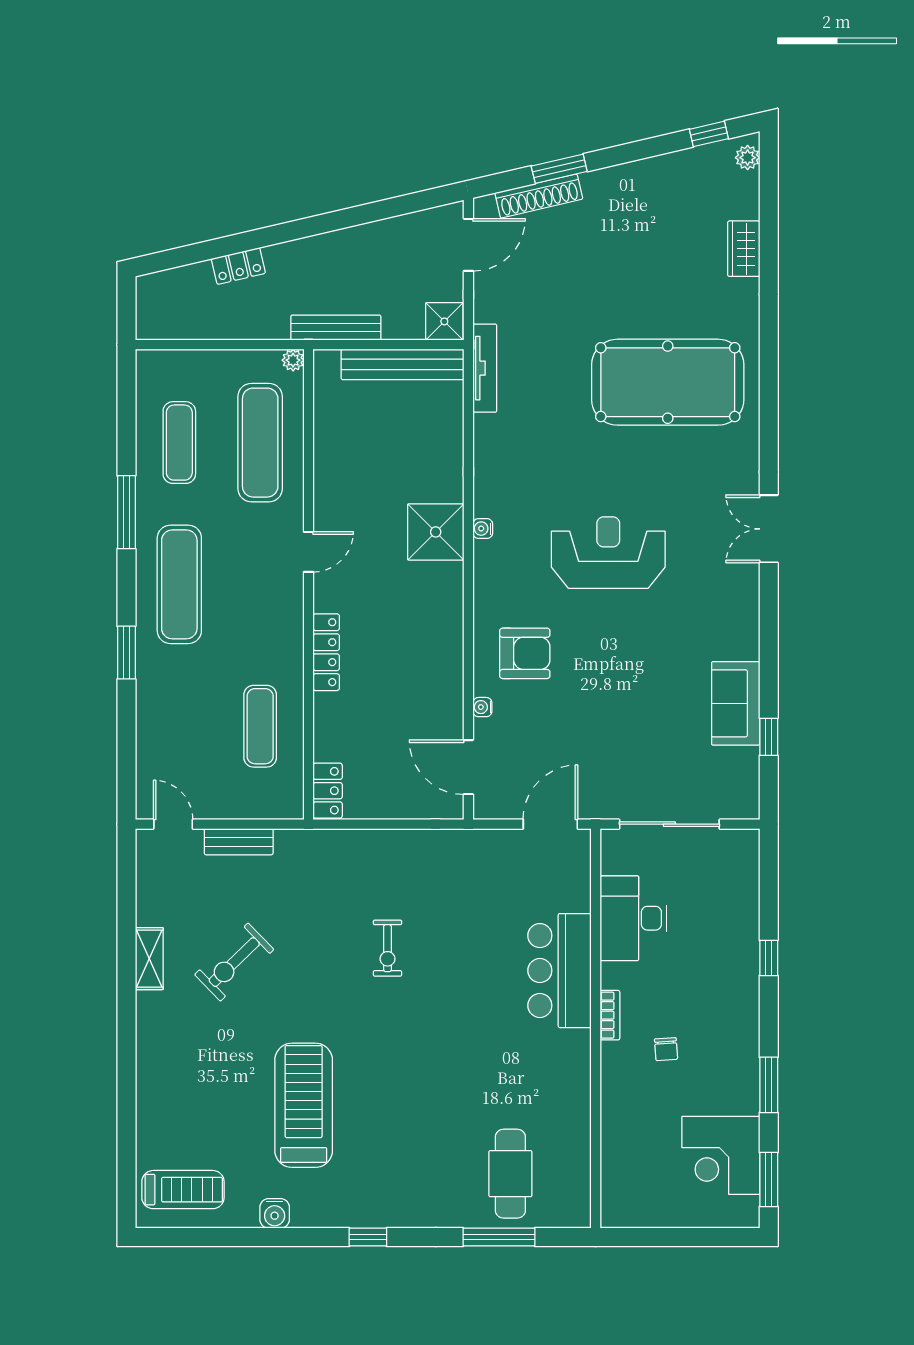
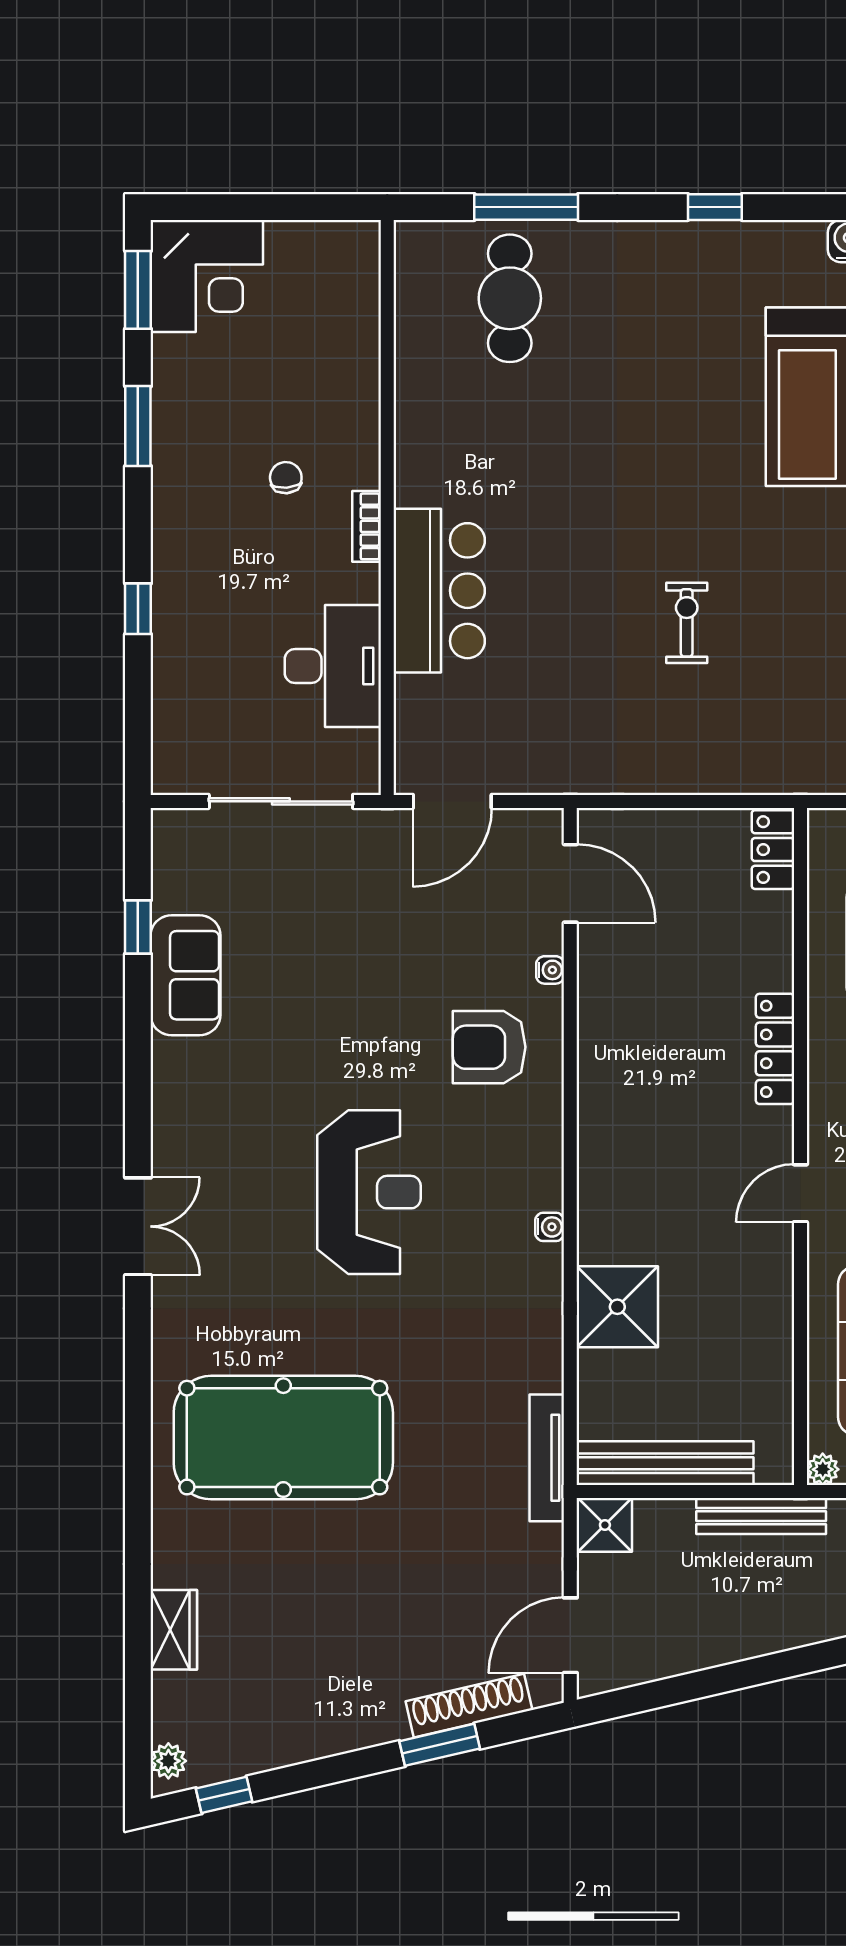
shower: (436, 532) -> (617, 1307), moved
reception desk: (608, 553) -> (369, 1192), turned -90
corner desk: (721, 1155) -> (207, 276), moved, turned 90

